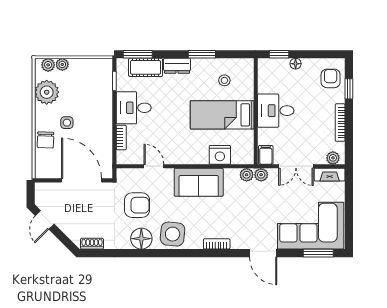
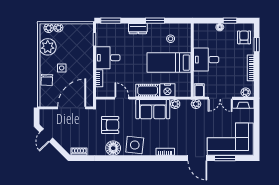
window: (279, 54) -> (230, 21), moved
cot: (146, 67) -> (148, 90), moved
plant: (247, 175) -> (175, 104), moved
door: (82, 180) -> (72, 108), hinge flipped
window: (318, 253) -> (225, 158), moved

